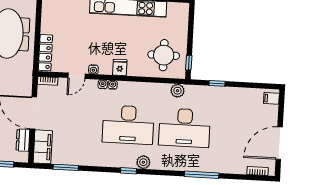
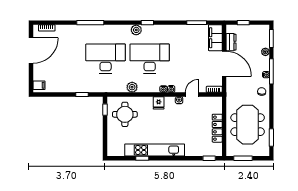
locker: (45, 53) -> (217, 128), moved
plant: (178, 91) -> (132, 87), moved

